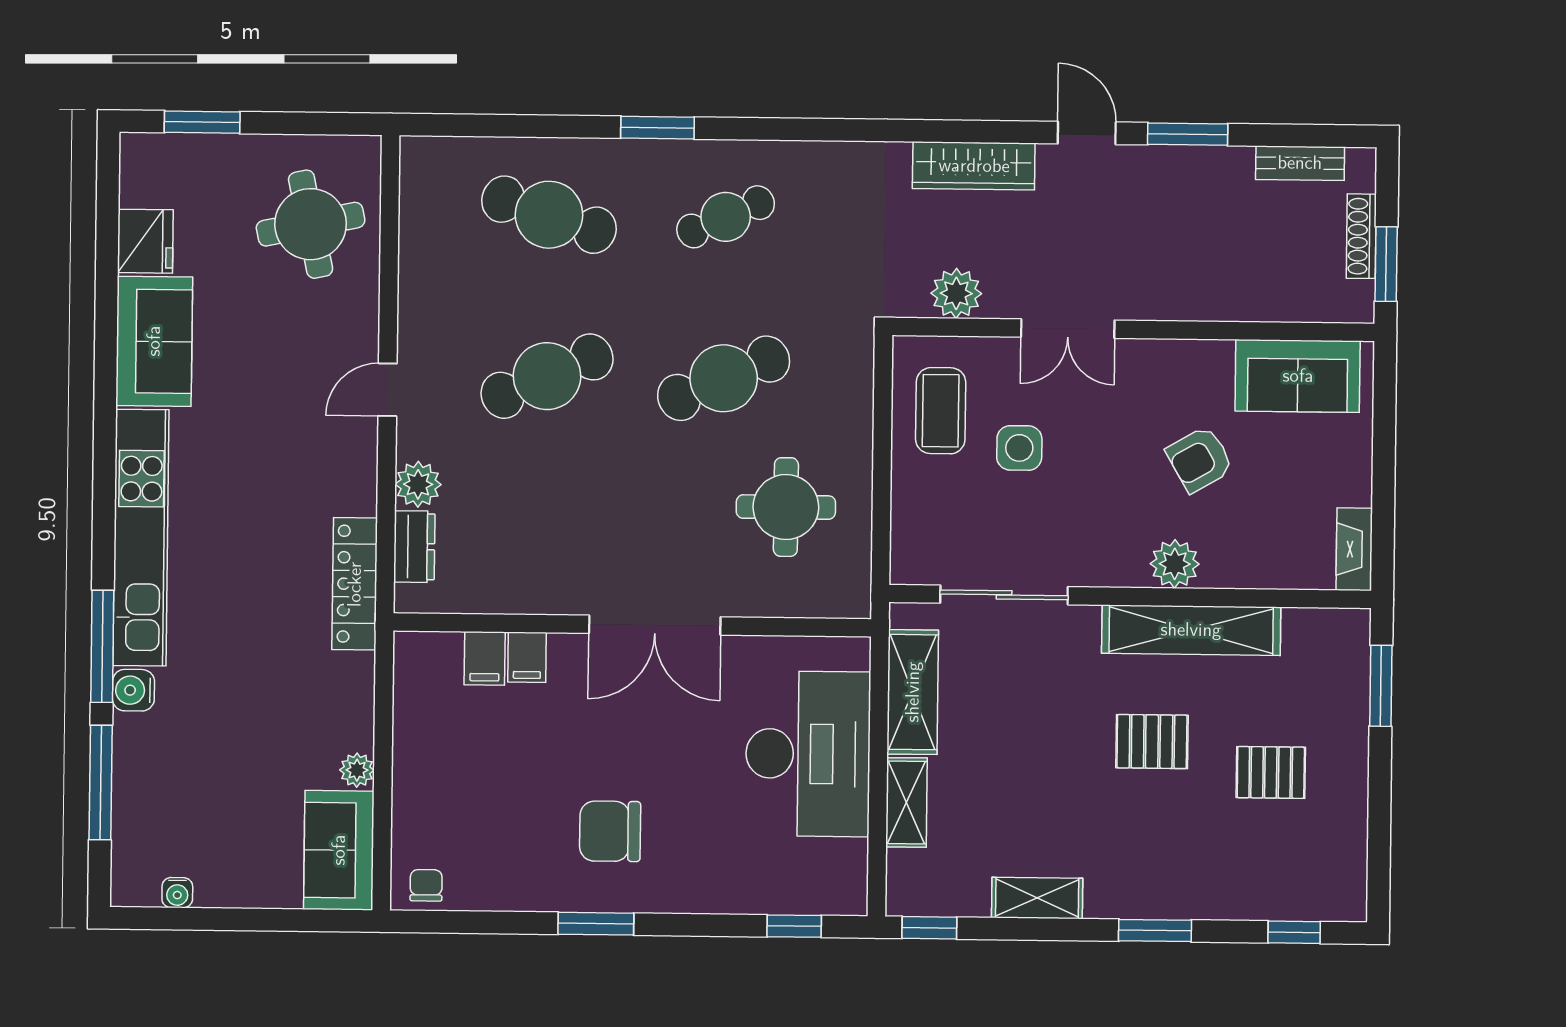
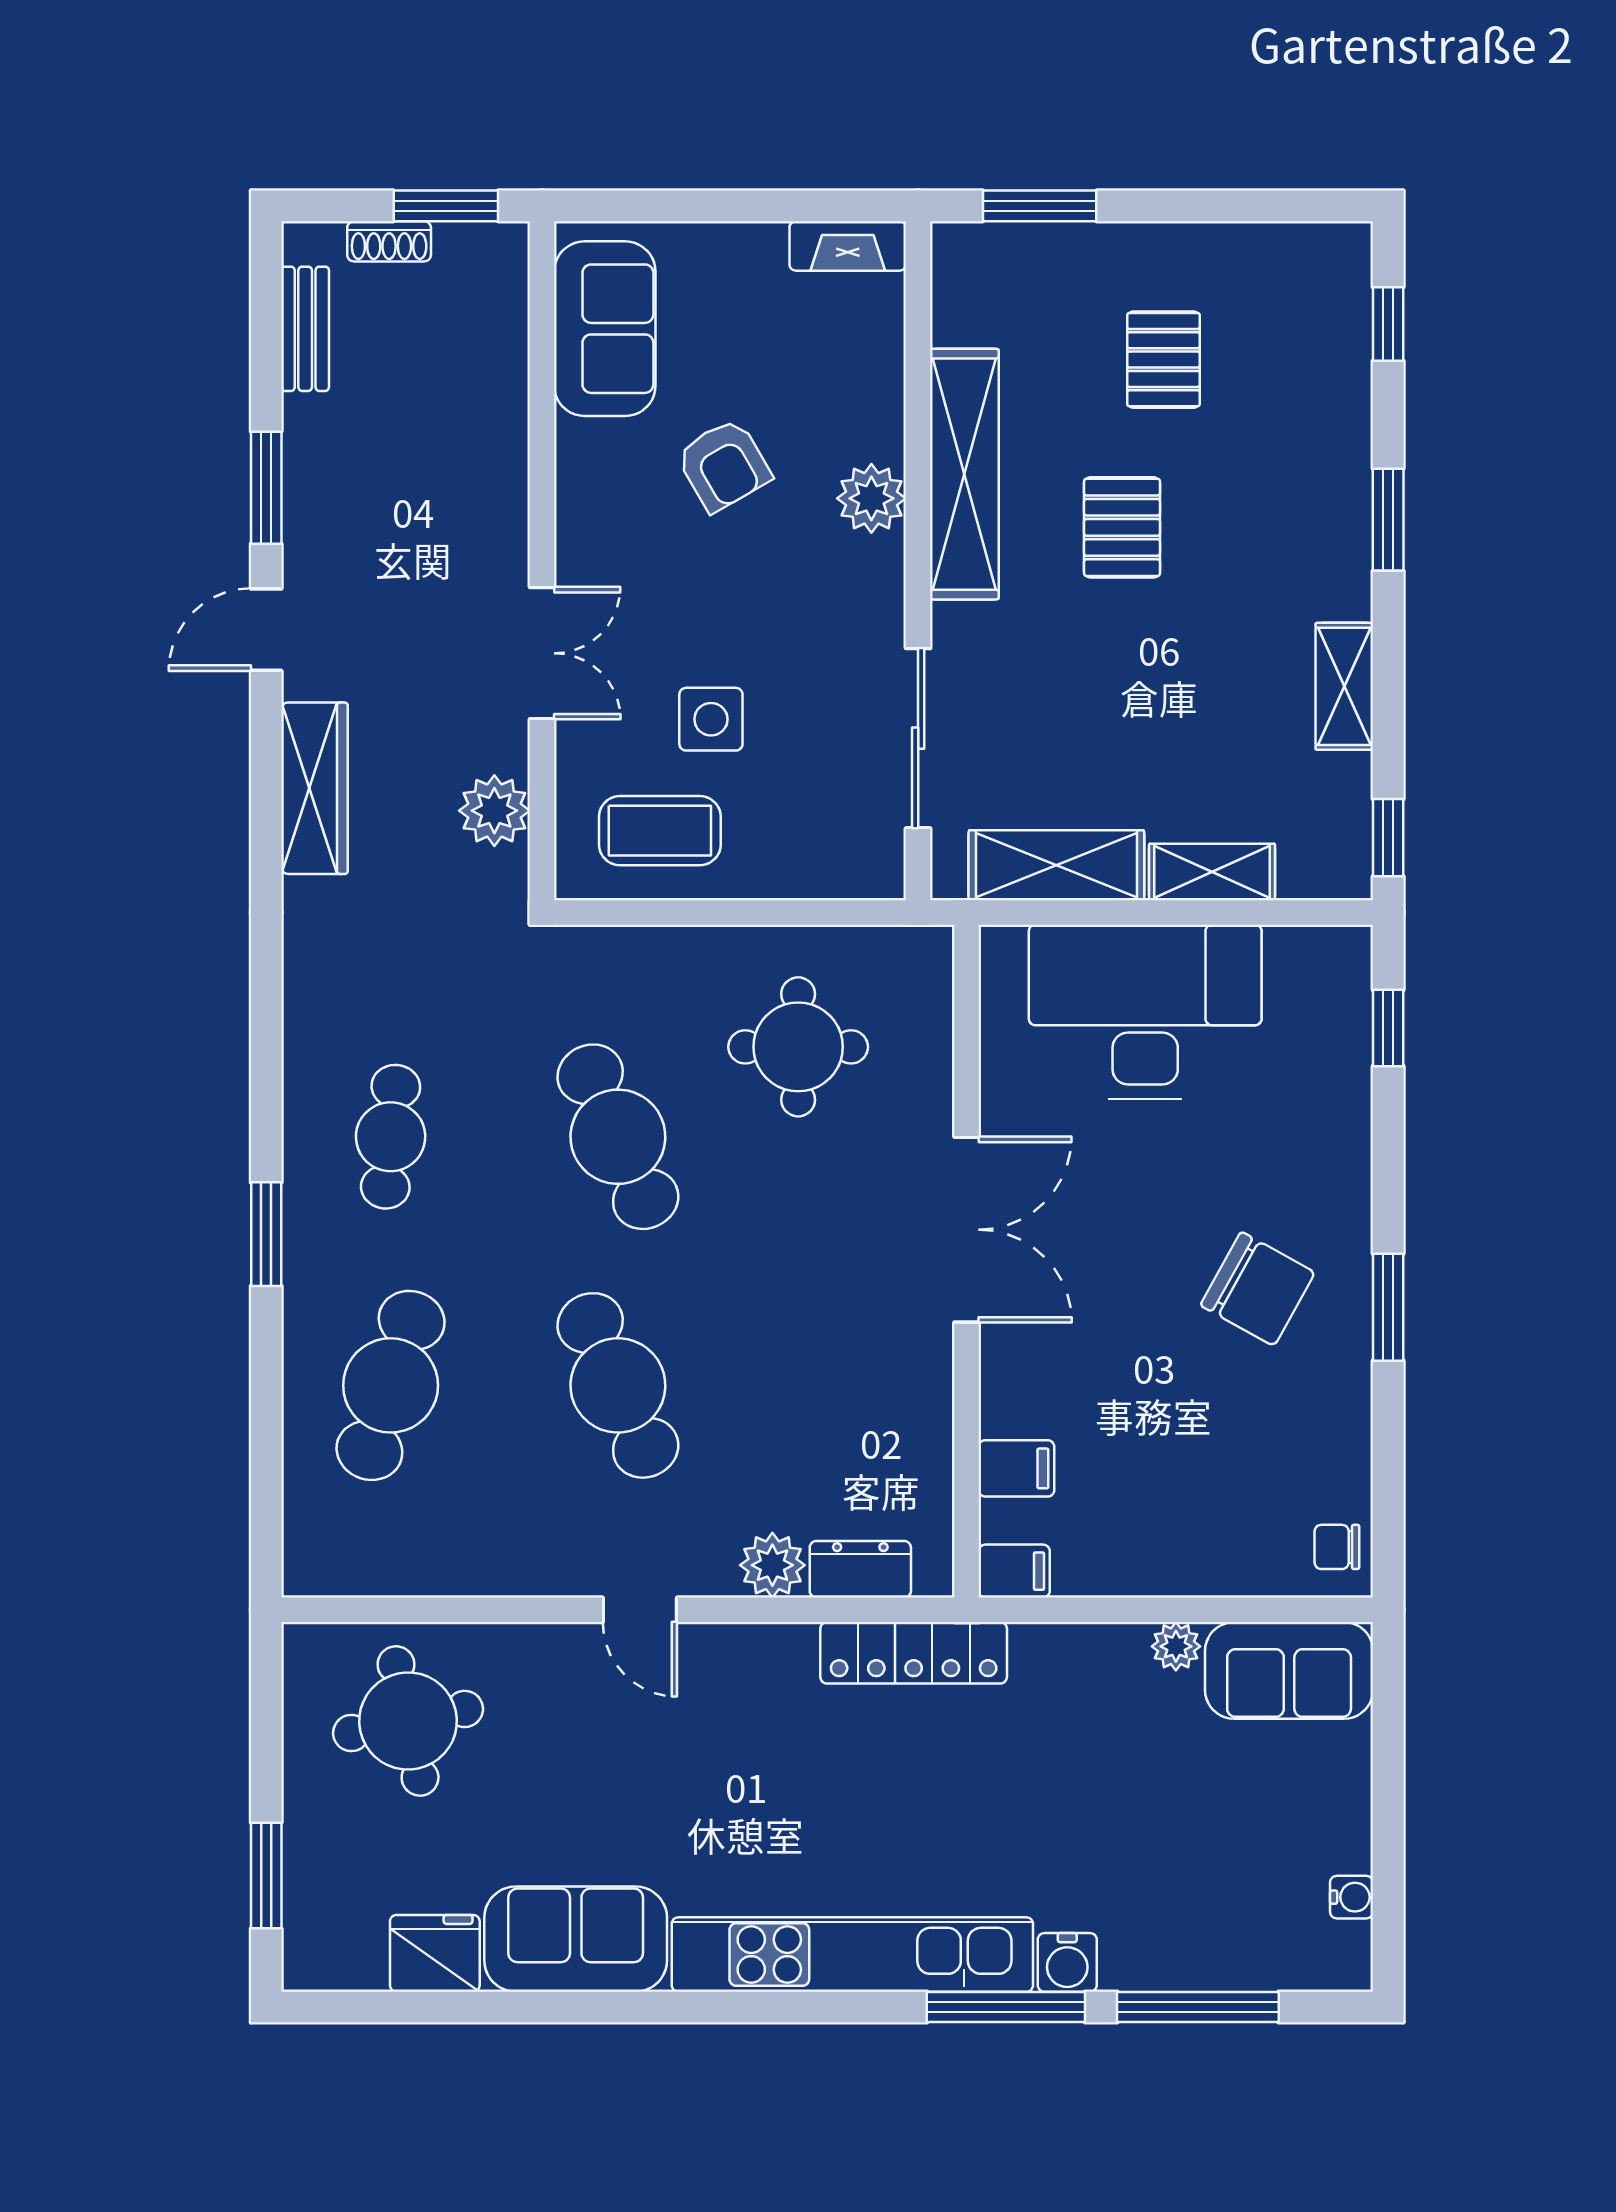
cafe table: (726, 217) -> (391, 1137), turned 30
shoe rack: (1361, 236) -> (389, 241), width x0.70
filing cabinet: (527, 657) -> (1014, 1571), moved
chair: (610, 831) -> (1258, 1289), turned -61

